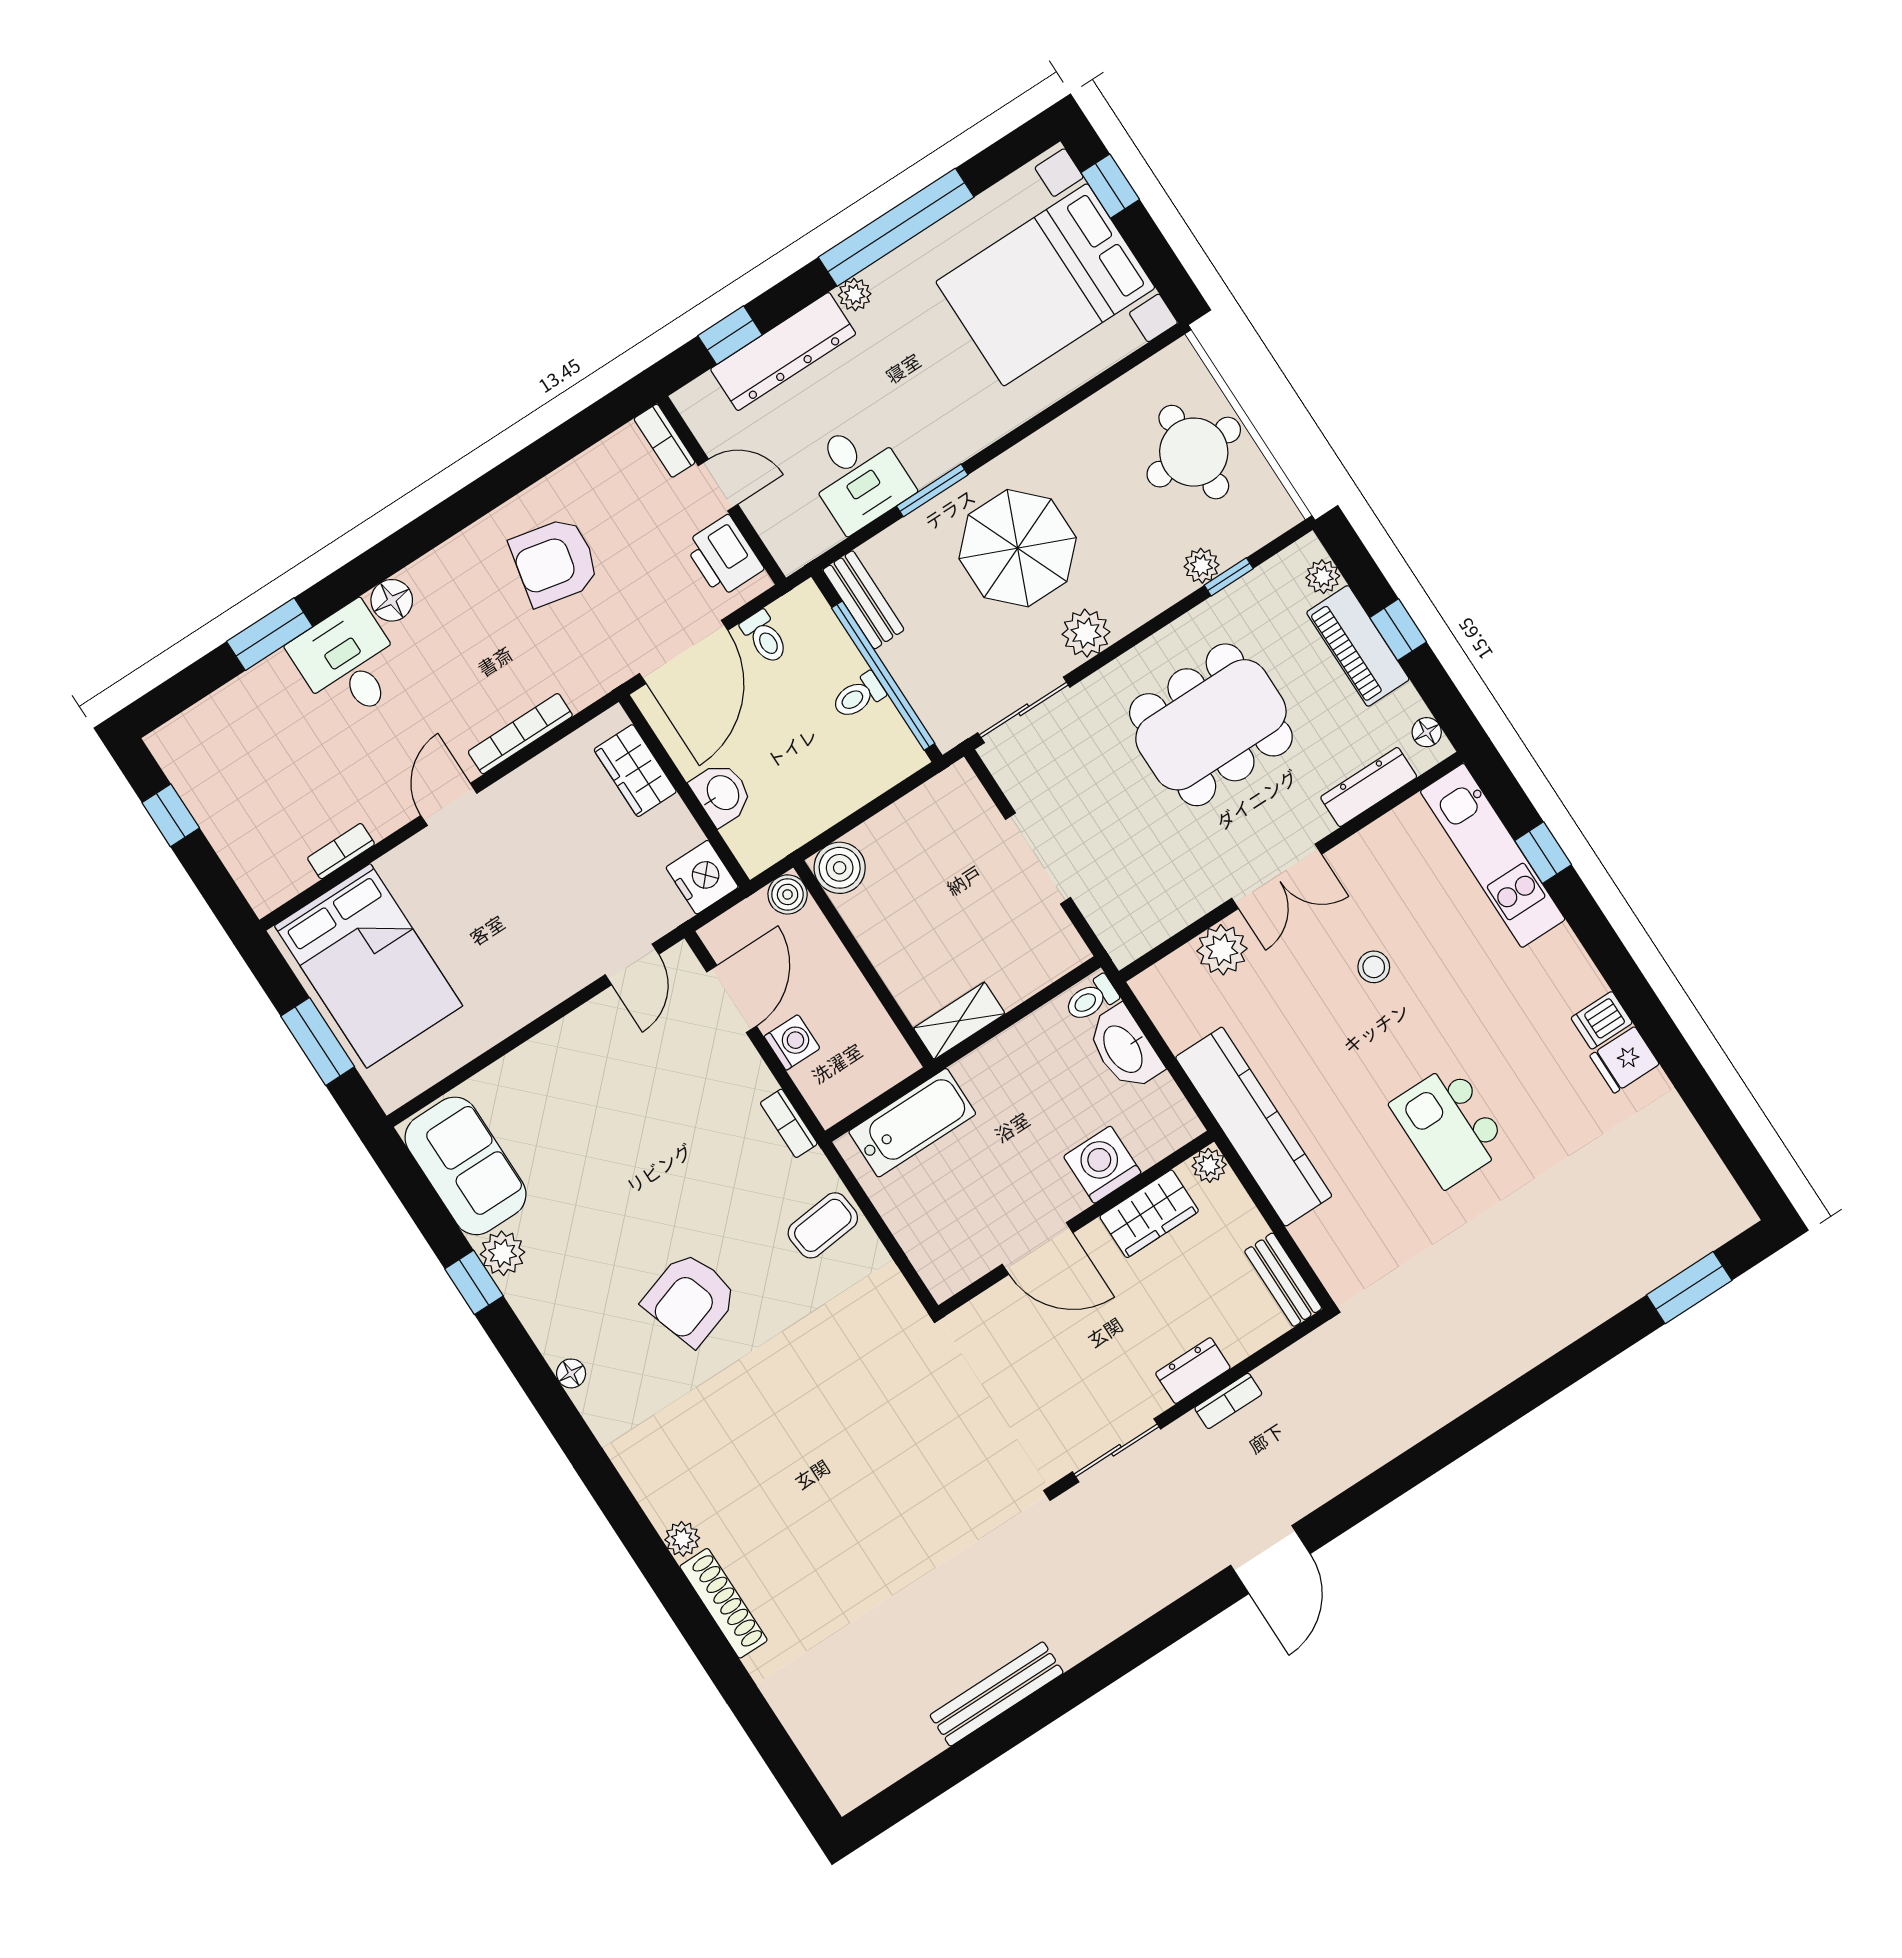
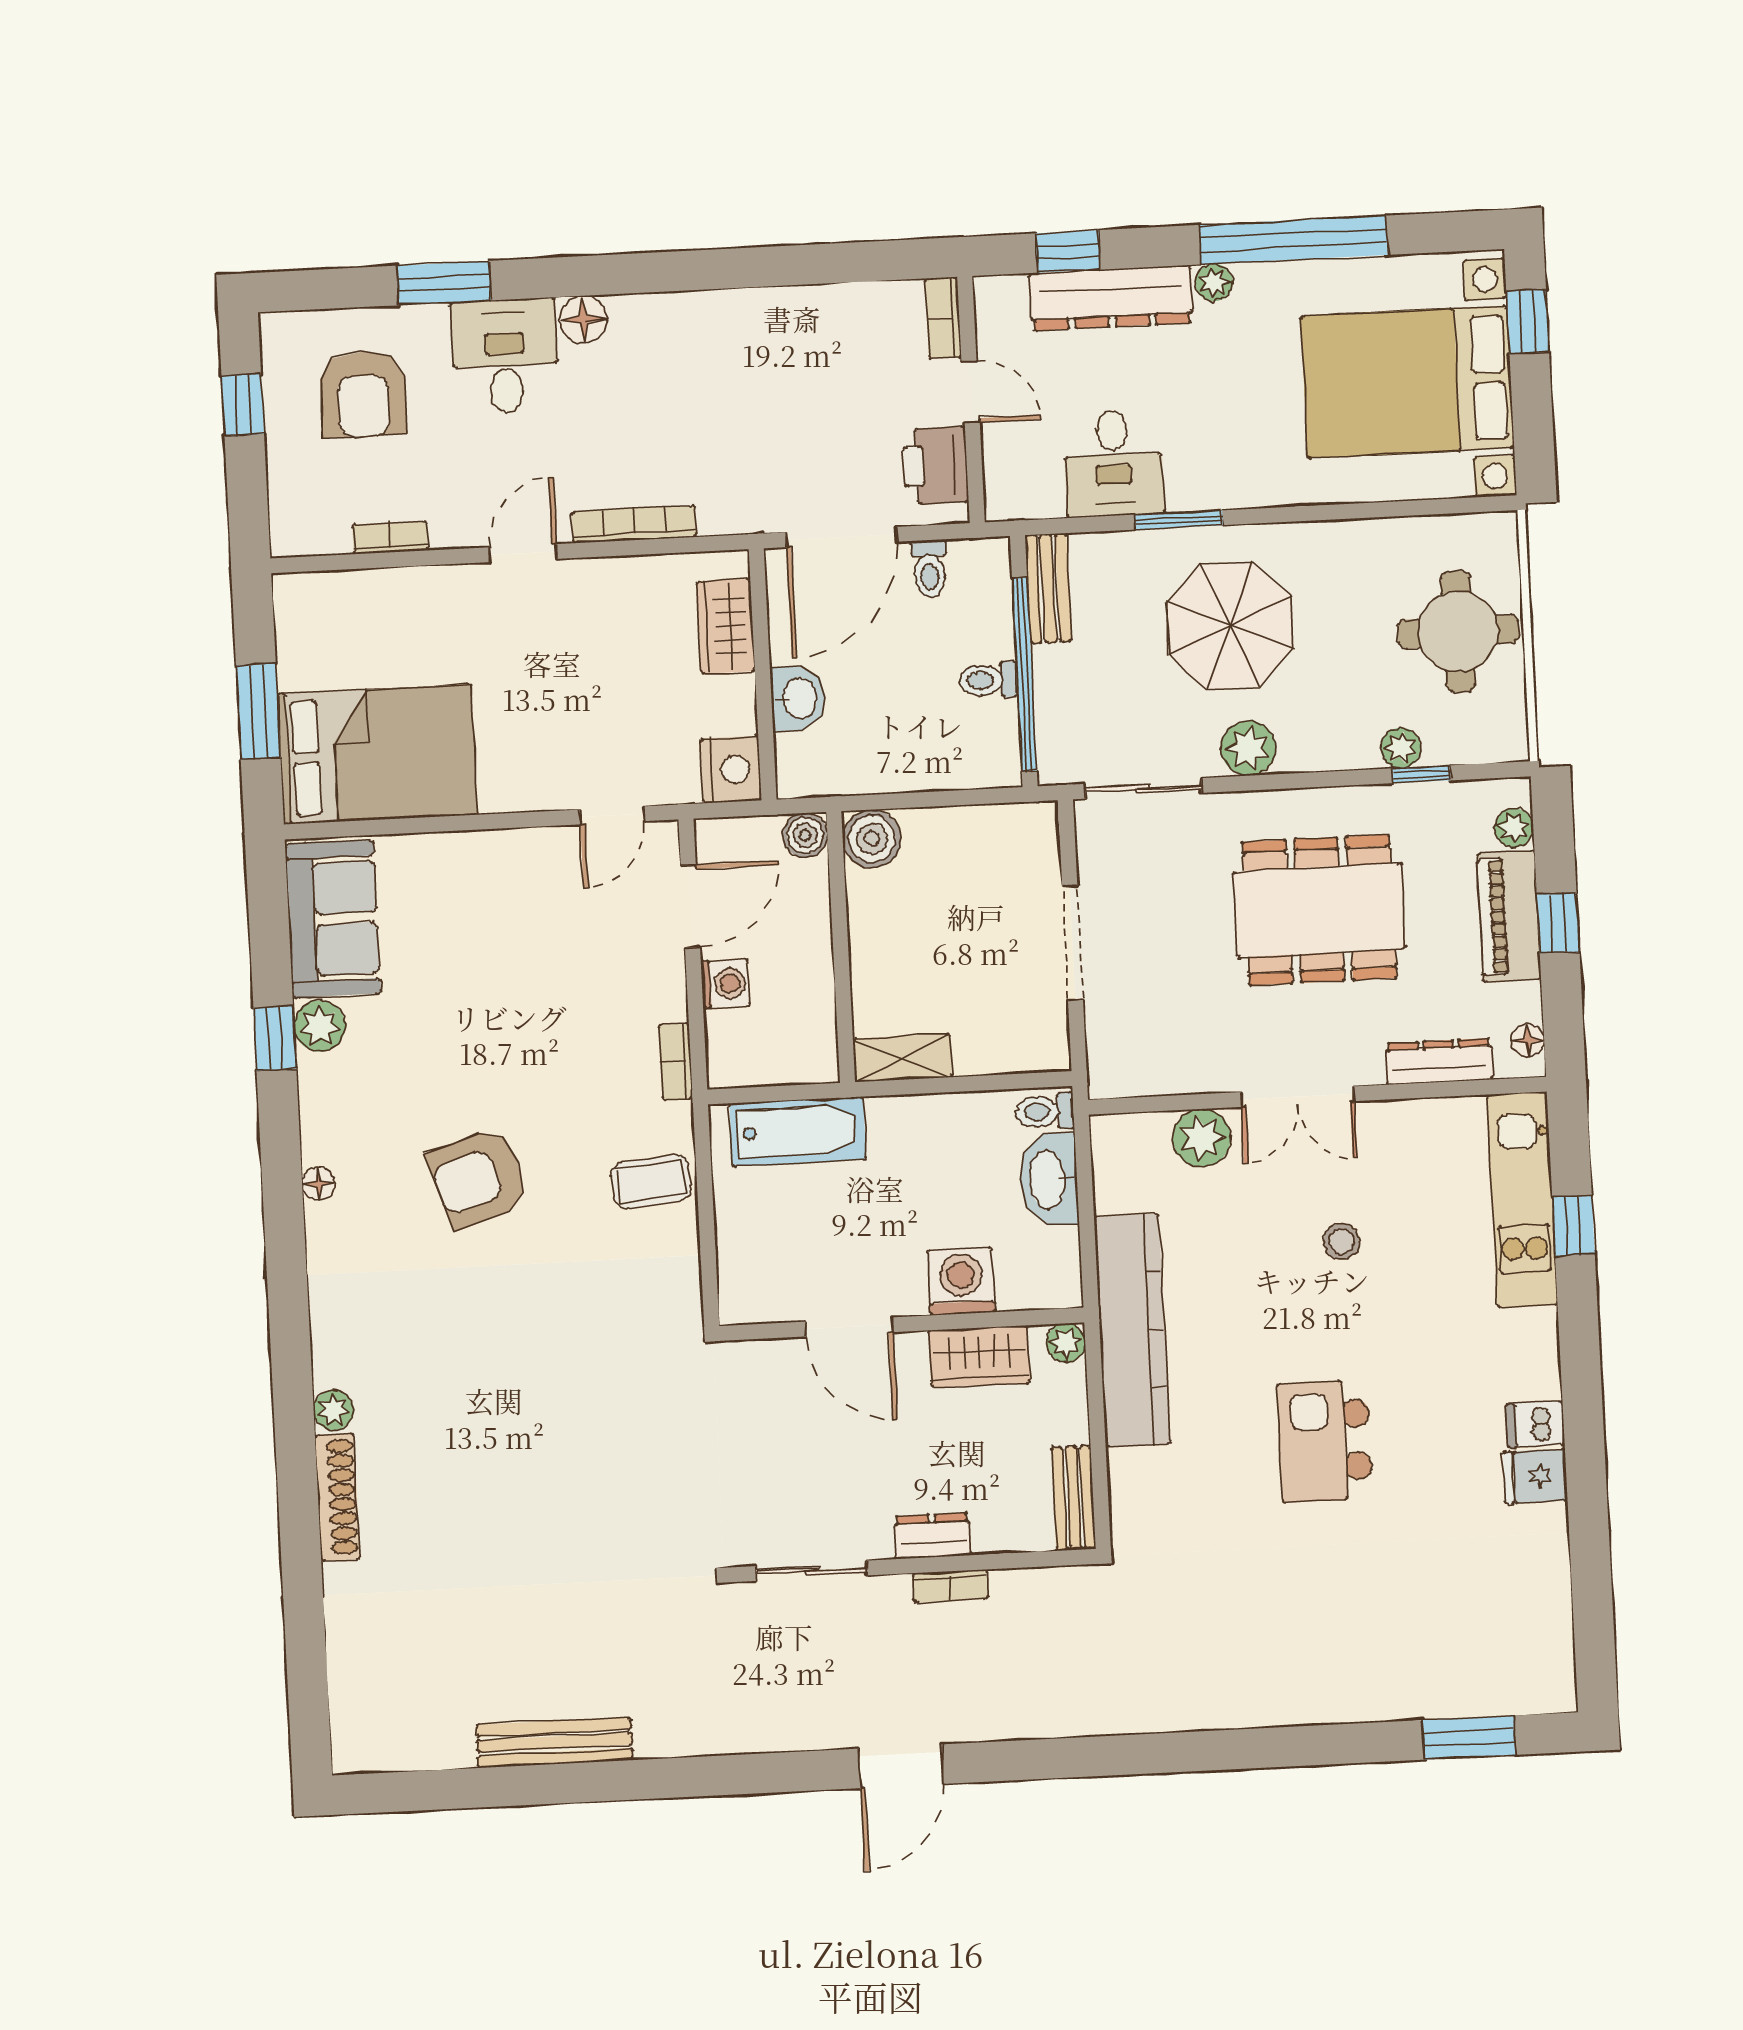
armchair: (555, 562) -> (363, 394), moved, turned -102
bed: (368, 966) -> (377, 754), moved, turned -90

